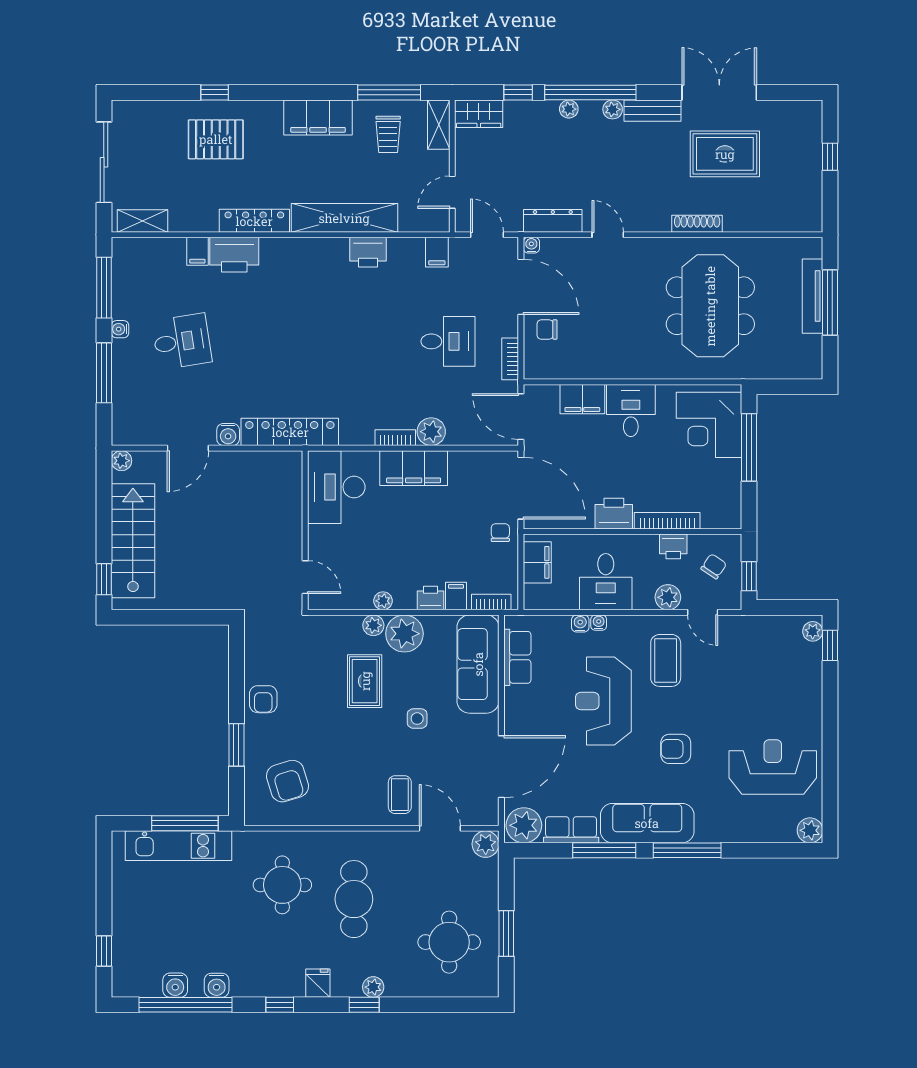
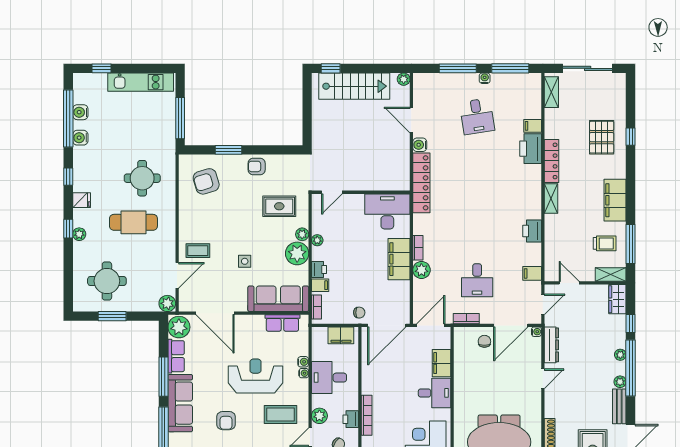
trolley: (388, 134) -> (605, 243), turned 180
shelving: (344, 218) -> (551, 199), width x0.45, depth x0.75
printer: (614, 514) -> (371, 382), removed
rug: (365, 681) -> (279, 206), moved
armchair: (676, 749) -> (226, 421), turned 180
kitchen unit: (179, 846) -> (141, 82), moved, turned -90

